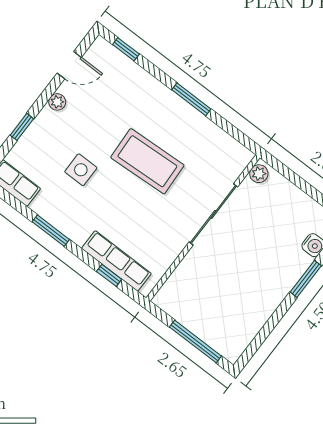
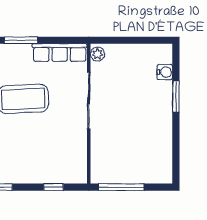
row of seats: (116, 261) -> (60, 52), moved, turned 180
window: (195, 342) -> (121, 187), moved

